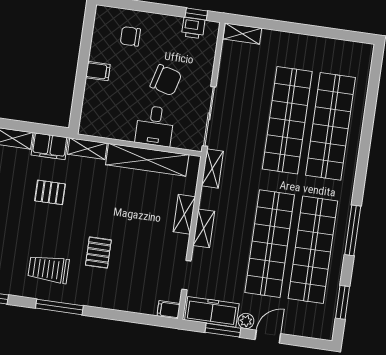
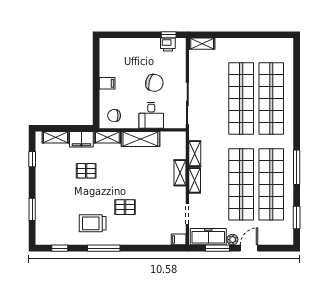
chair: (130, 36) -> (114, 116), moved
shelving: (147, 160) -> (140, 139), width x0.68
shelving: (212, 168) -> (195, 154), moved
pallet: (98, 253) -> (125, 207), turned 90

